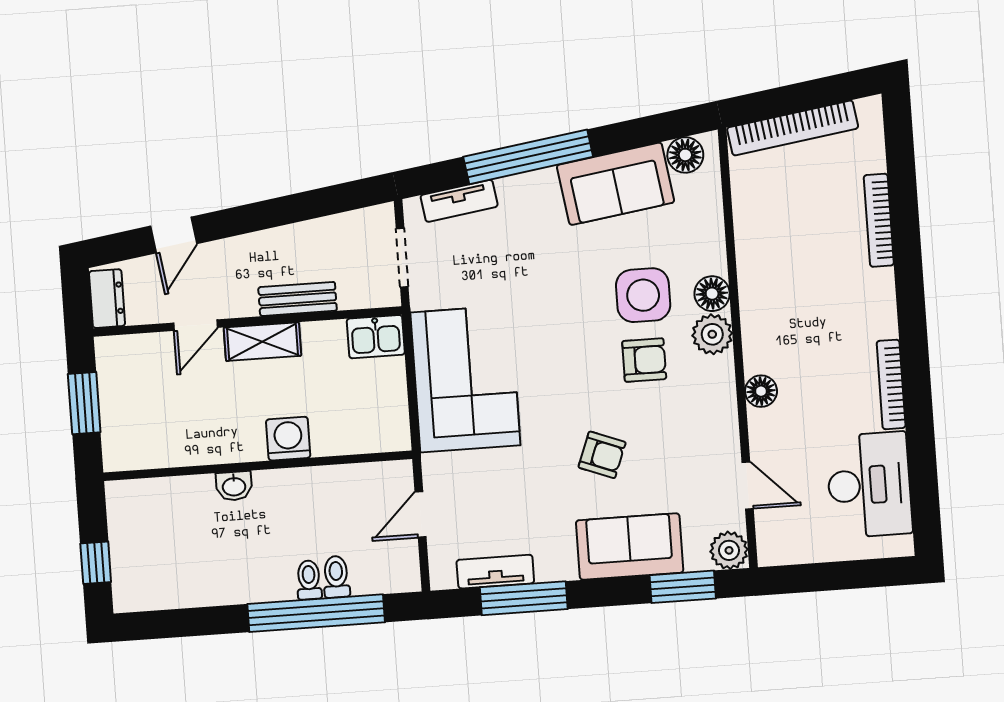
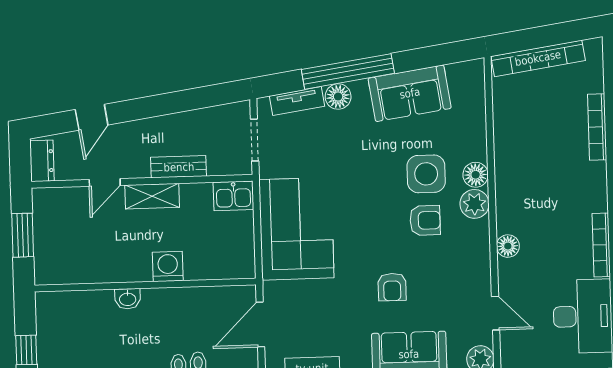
floor lamp: (685, 155) -> (338, 97), moved
armchair: (602, 455) -> (392, 287), turned 69
door: (421, 514) -> (260, 325), width x1.38

